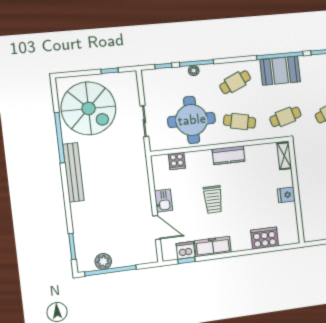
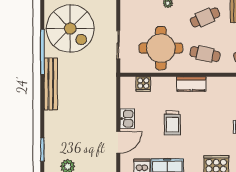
door: (156, 228) -> (118, 142), hinge flipped

